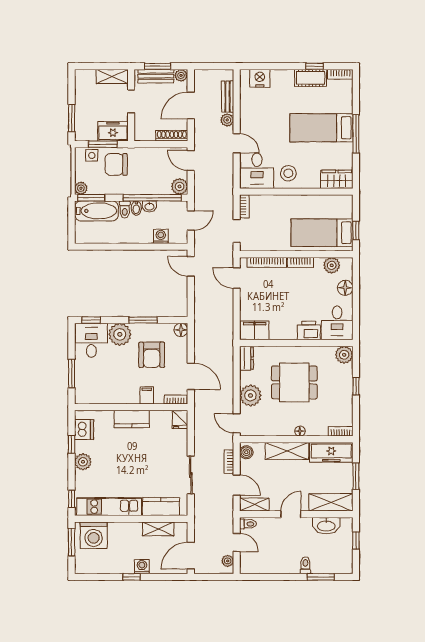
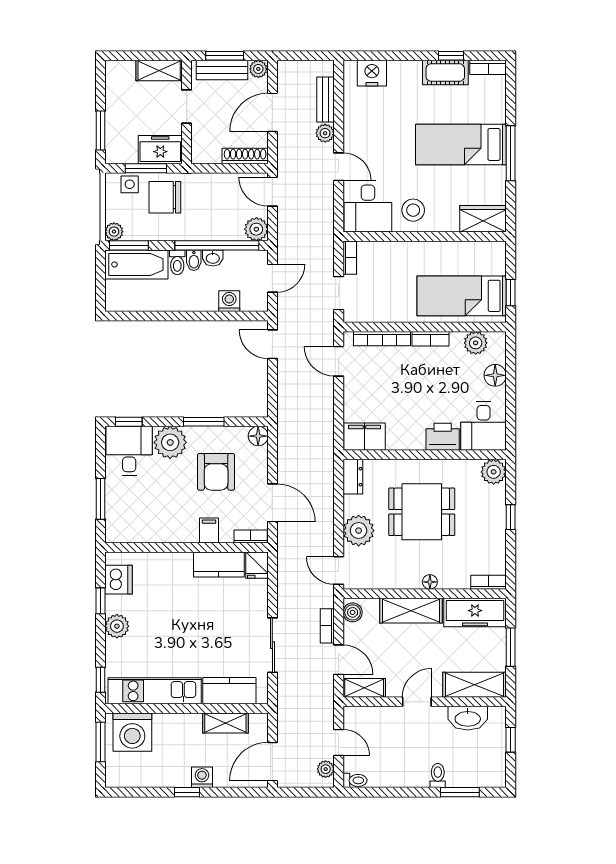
kitchen counter: (132, 419) -> (219, 564), moved
toilet: (248, 524) -> (355, 780), moved

